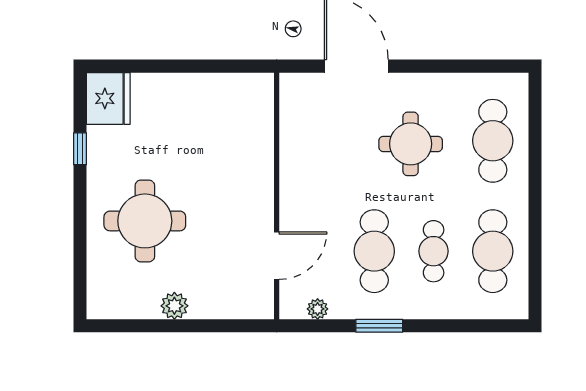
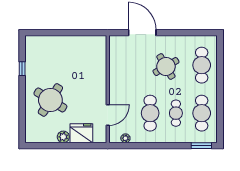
fridge: (108, 98) -> (81, 133), moved, turned -90
round table: (411, 144) -> (166, 67), turned -30
round table: (145, 221) -> (50, 100), turned 32
window: (379, 326) -> (201, 146), moved

